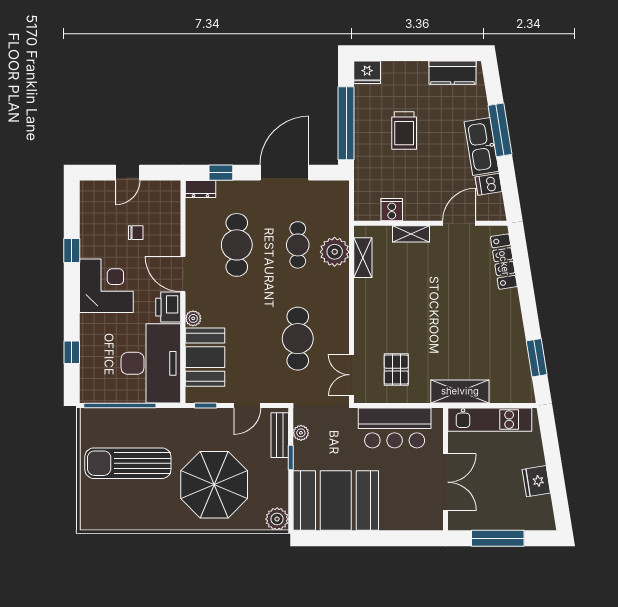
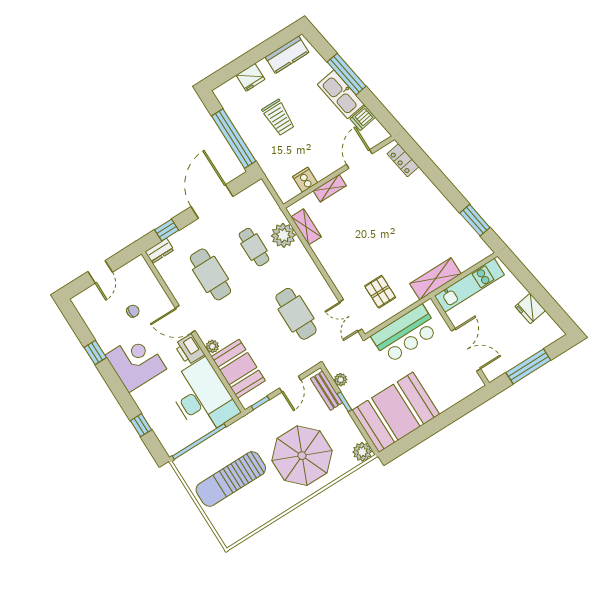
fridge: (367, 72) -> (250, 77), moved
locker: (504, 262) -> (403, 160), width x0.66

